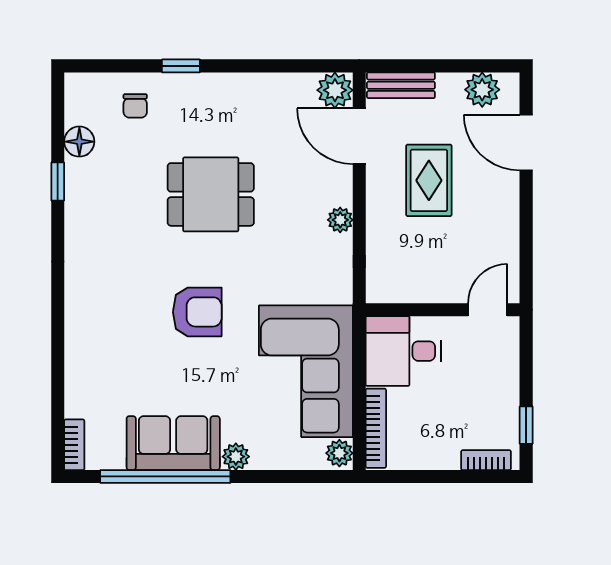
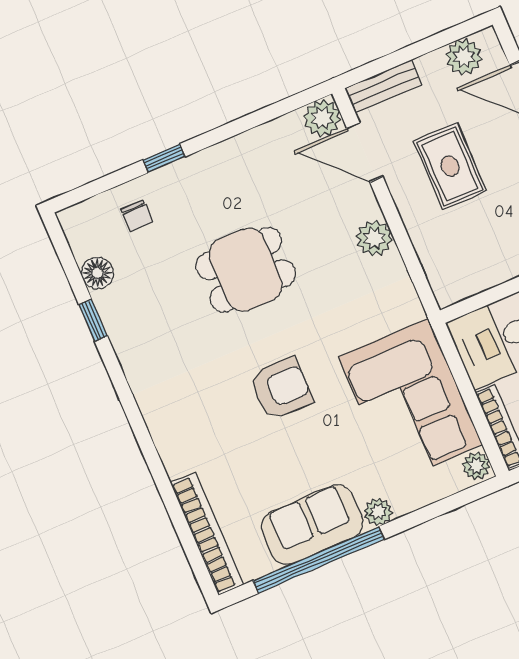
plant: (340, 220) -> (374, 238), width x1.38, depth x1.38
bookcase: (74, 445) -> (207, 534), width x2.31, depth x1.31

